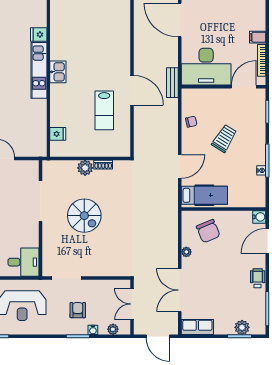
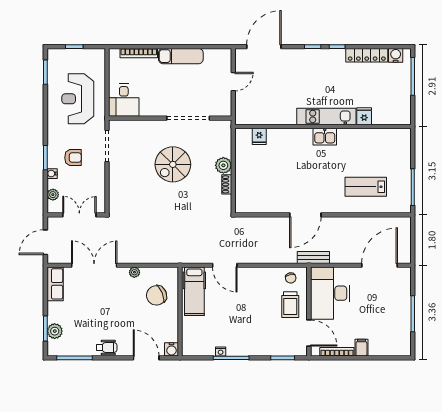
lab bench: (104, 110) -> (366, 187), moved
chair: (191, 122) -> (291, 278), moved
trolley: (224, 138) -> (290, 305), moved, turned 58

